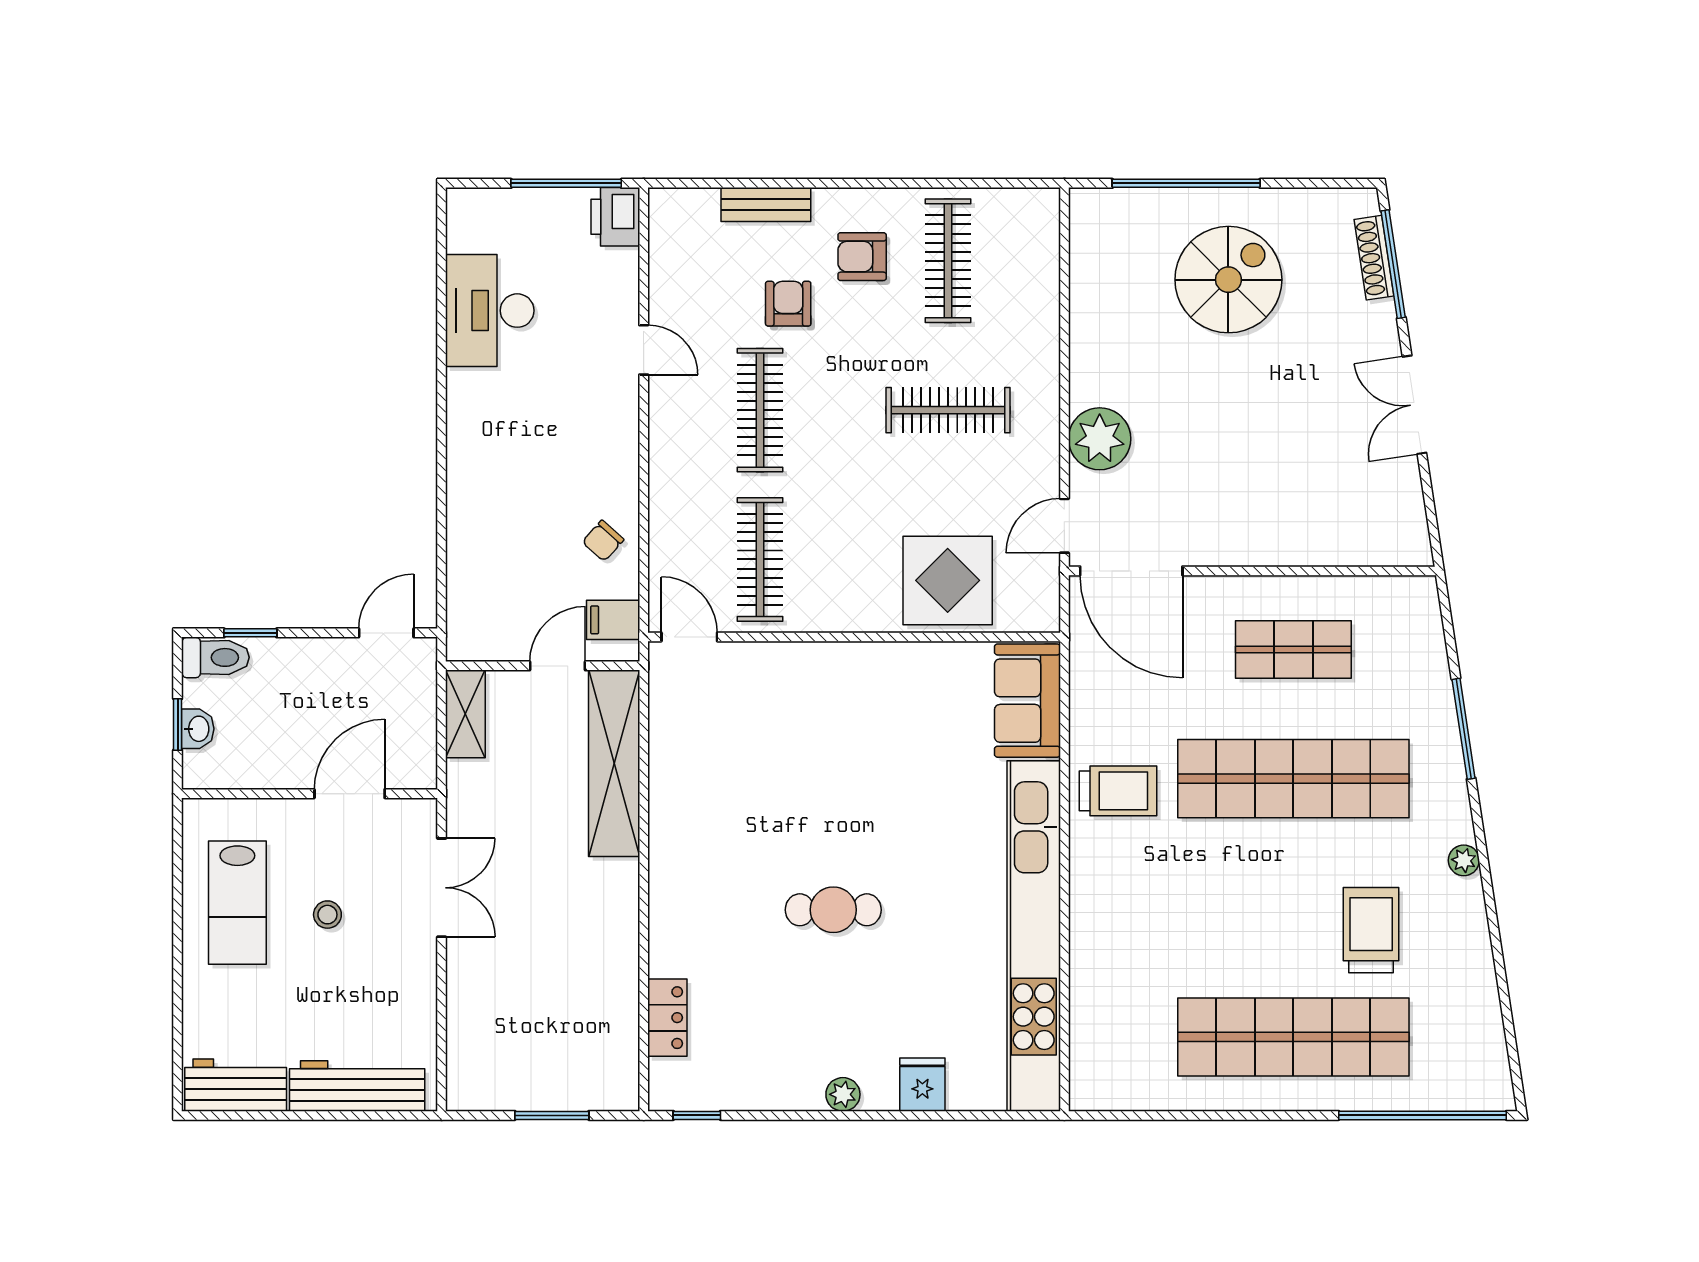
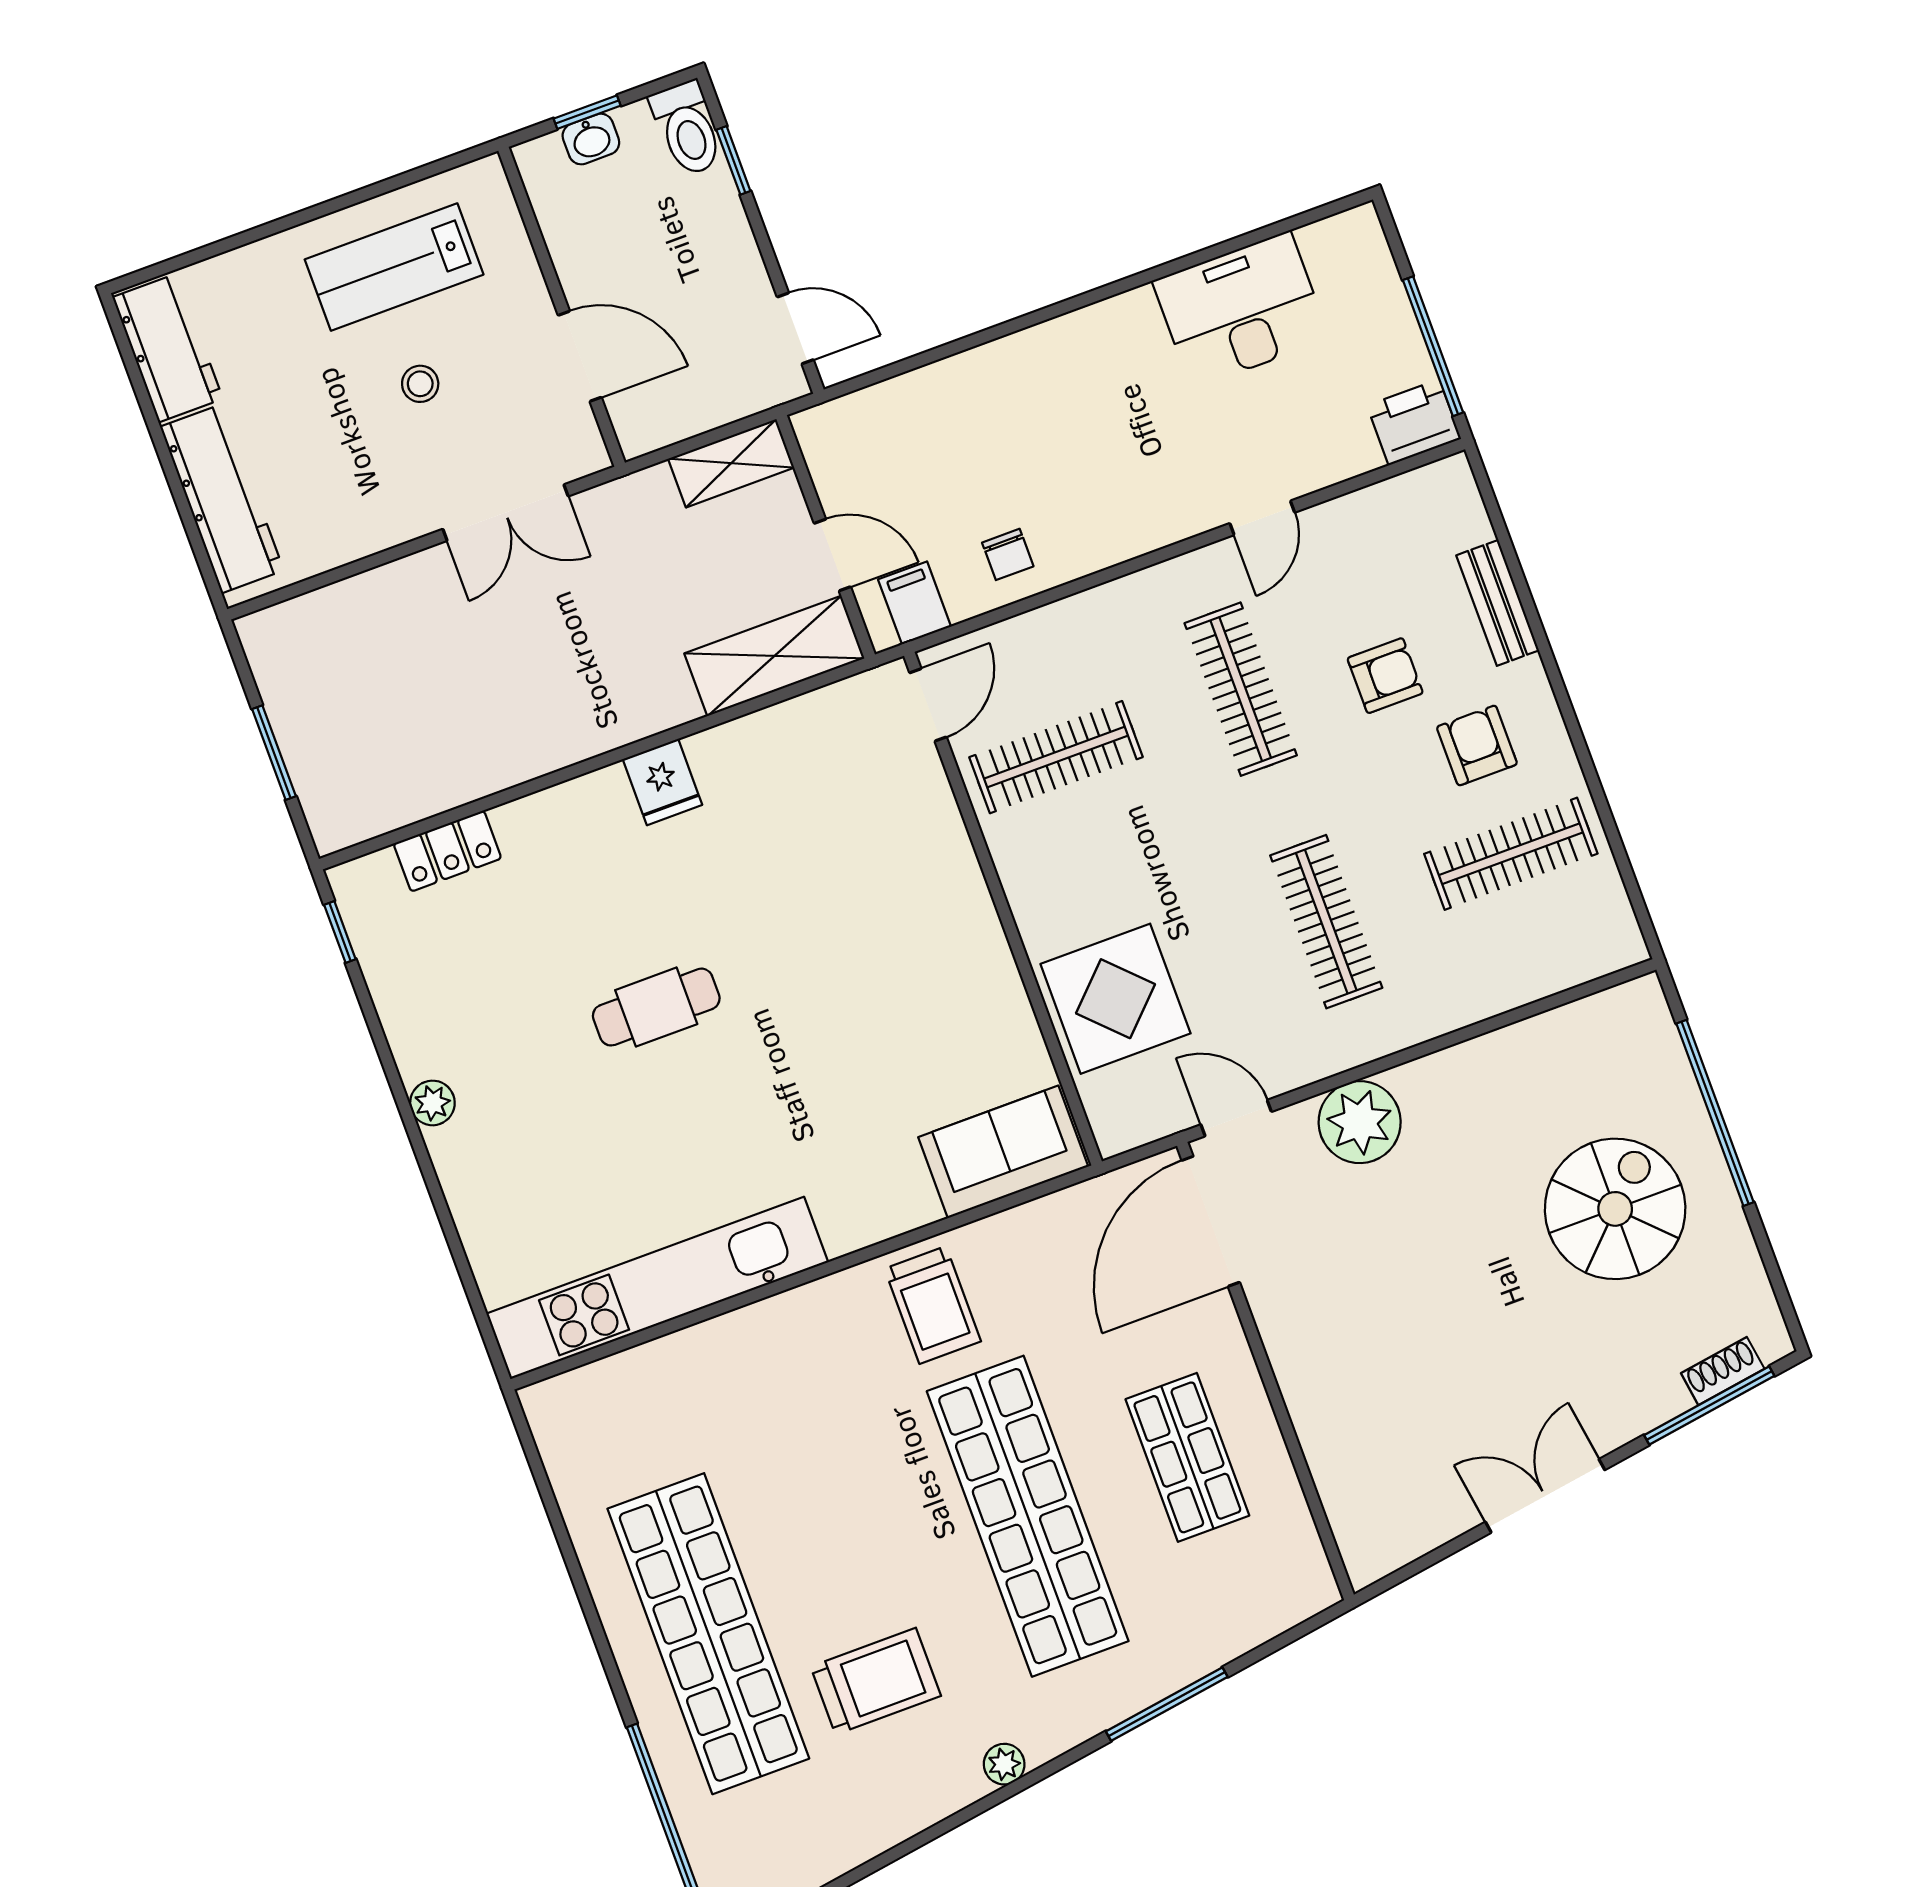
shoe rack: (1374, 258) -> (1723, 1371), width x0.70
spiral stairs: (1228, 280) -> (1615, 1209), turned -90
clothes rail: (760, 410) -> (1241, 689), turned 90
chair: (603, 541) -> (1008, 554), turned -132
shelving: (614, 763) -> (774, 656), width x0.68
cafe table: (833, 910) -> (656, 1007), turned 90
kitchen unit: (1034, 936) -> (657, 1288), width x0.73
fridge: (922, 1085) -> (662, 782), moved, turned 90

